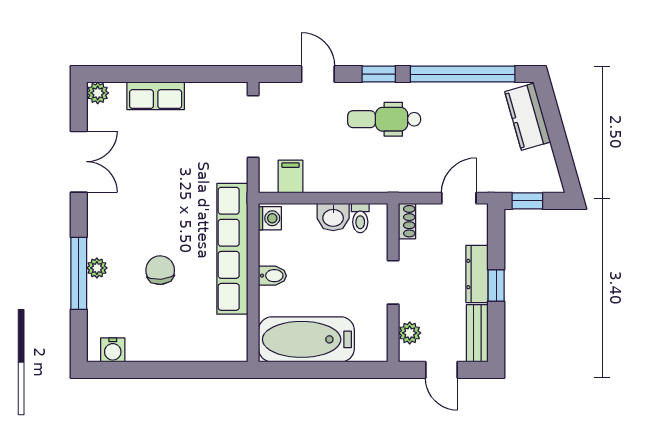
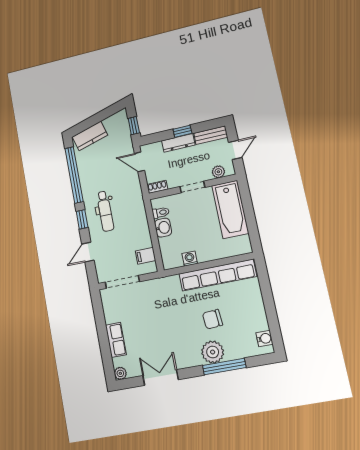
washing machine: (270, 218) -> (190, 259), moved
row of seats: (232, 249) -> (218, 275), moved
plant: (97, 268) -> (213, 352), width x1.87, depth x1.87
bidet: (272, 276) -> (202, 255), removed
bathtub: (306, 339) -> (230, 209), moved

